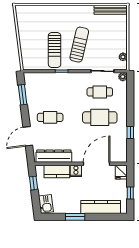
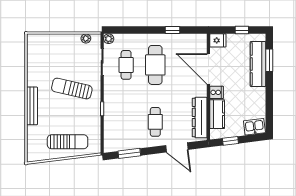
bench: (111, 10) -> (32, 106), moved
sun lounger: (55, 50) -> (68, 142), moved
window: (75, 217) -> (269, 60), moved

